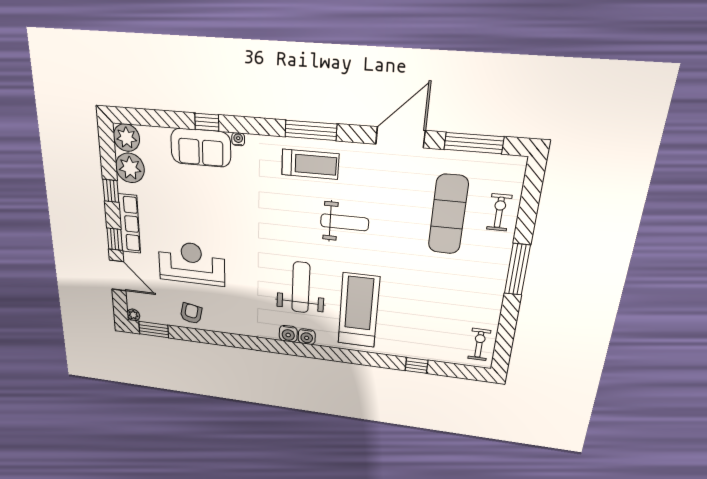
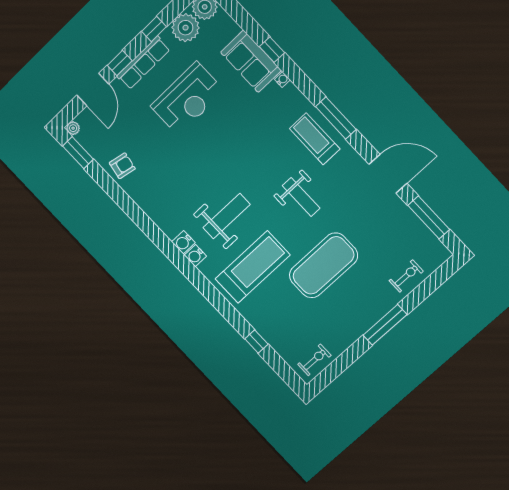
treadmill: (310, 164) -> (315, 139), turned 180
exercise mat: (448, 214) -> (323, 265), moved, width x1.47
reception desk: (192, 263) -> (187, 98), moved, turned 90

